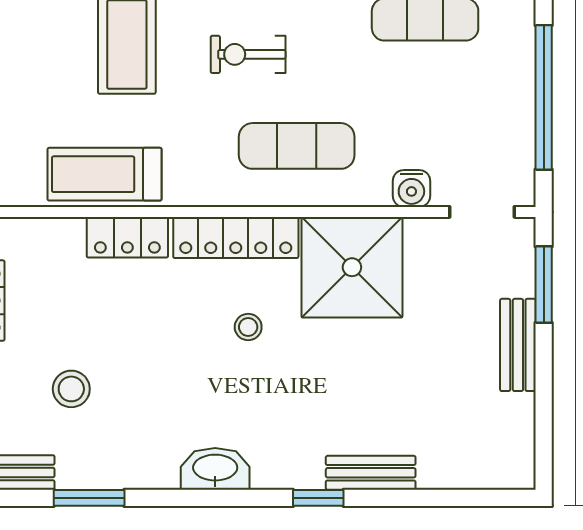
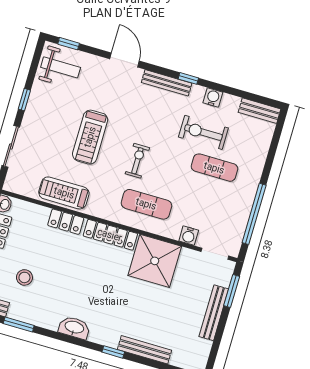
exercise bike: (248, 54) -> (137, 161), turned 90
stool: (248, 327) -> (105, 273), removed
bench: (518, 345) -> (214, 313), width x1.36
bench: (371, 473) -> (145, 350), width x1.36

